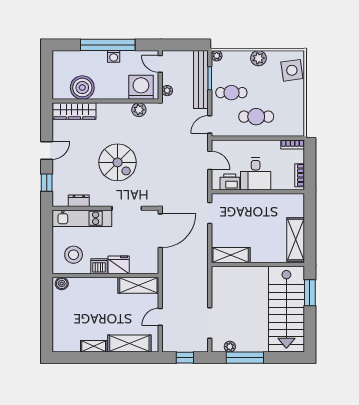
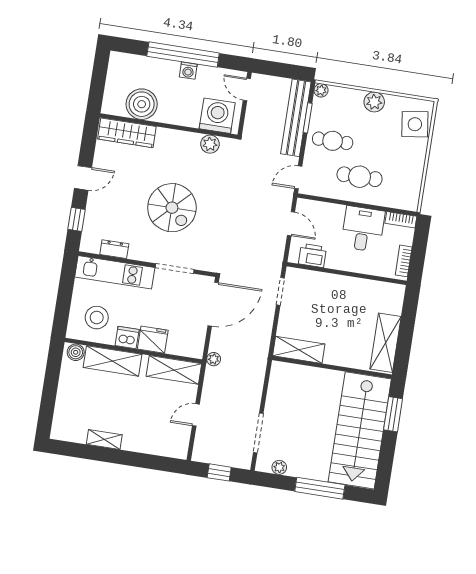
plant: (167, 91) -> (214, 359), moved
desk: (256, 174) -> (363, 229), moved, turned 180
shelving: (129, 344) -> (112, 361), moved
window: (245, 358) -> (320, 488), moved

